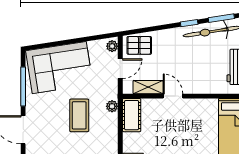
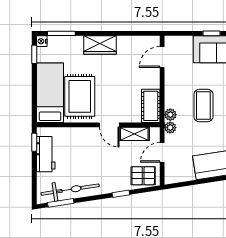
window: (189, 23) -> (121, 194), moved
plant: (112, 46) -> (170, 128), moved
rug: (202, 124) -> (80, 96), added

